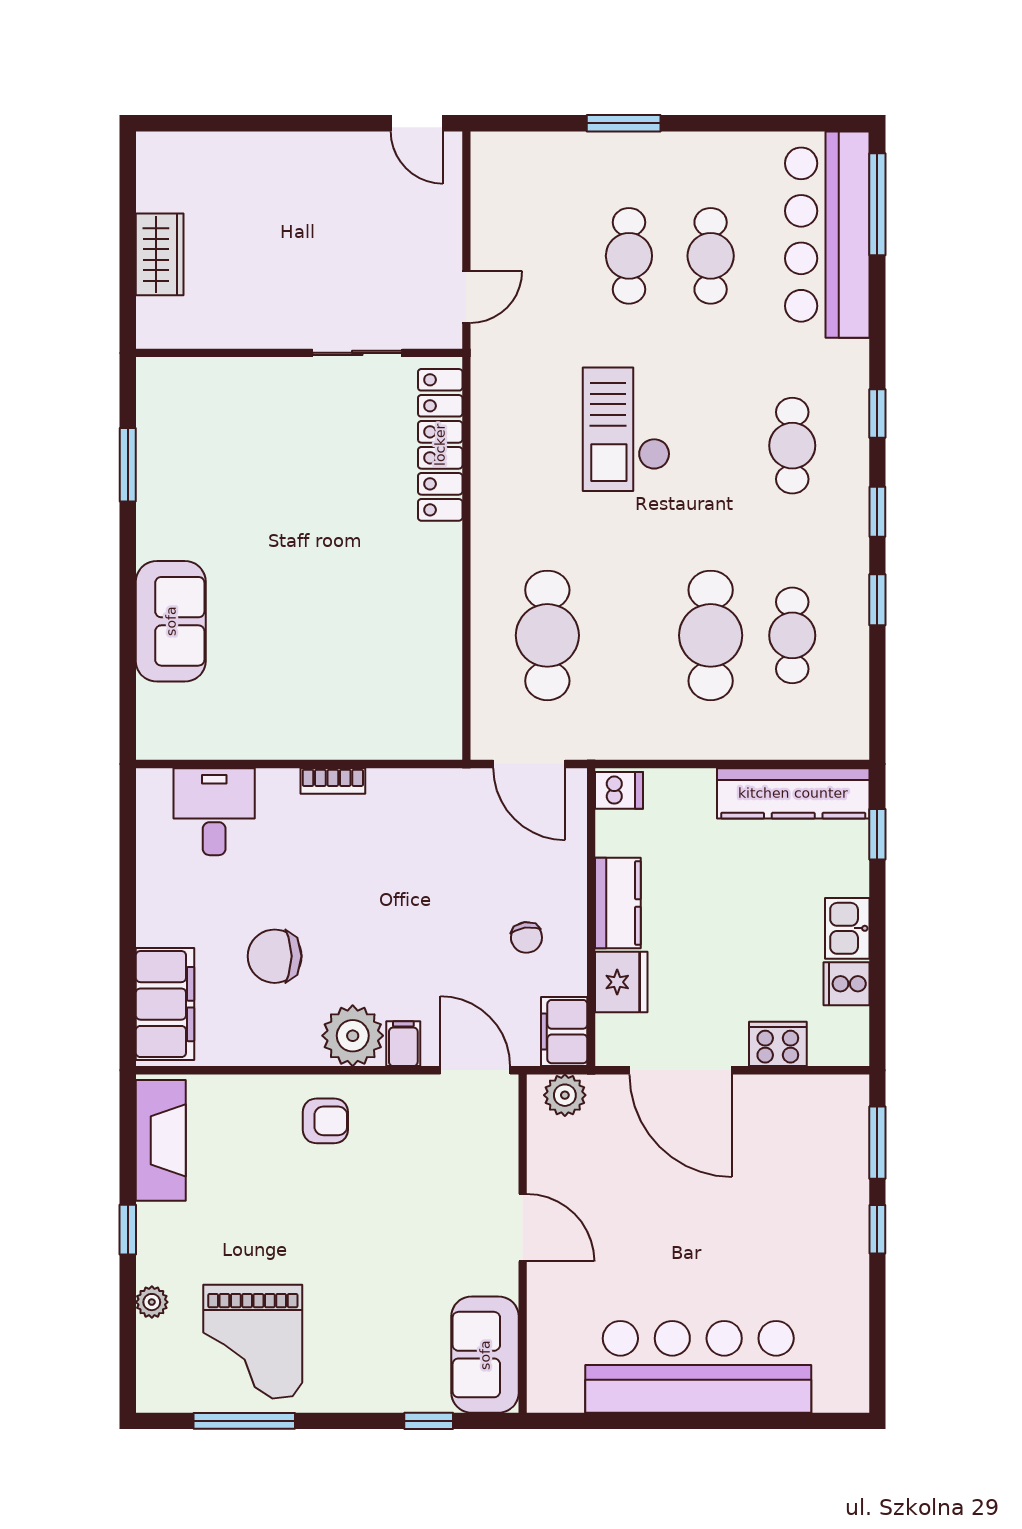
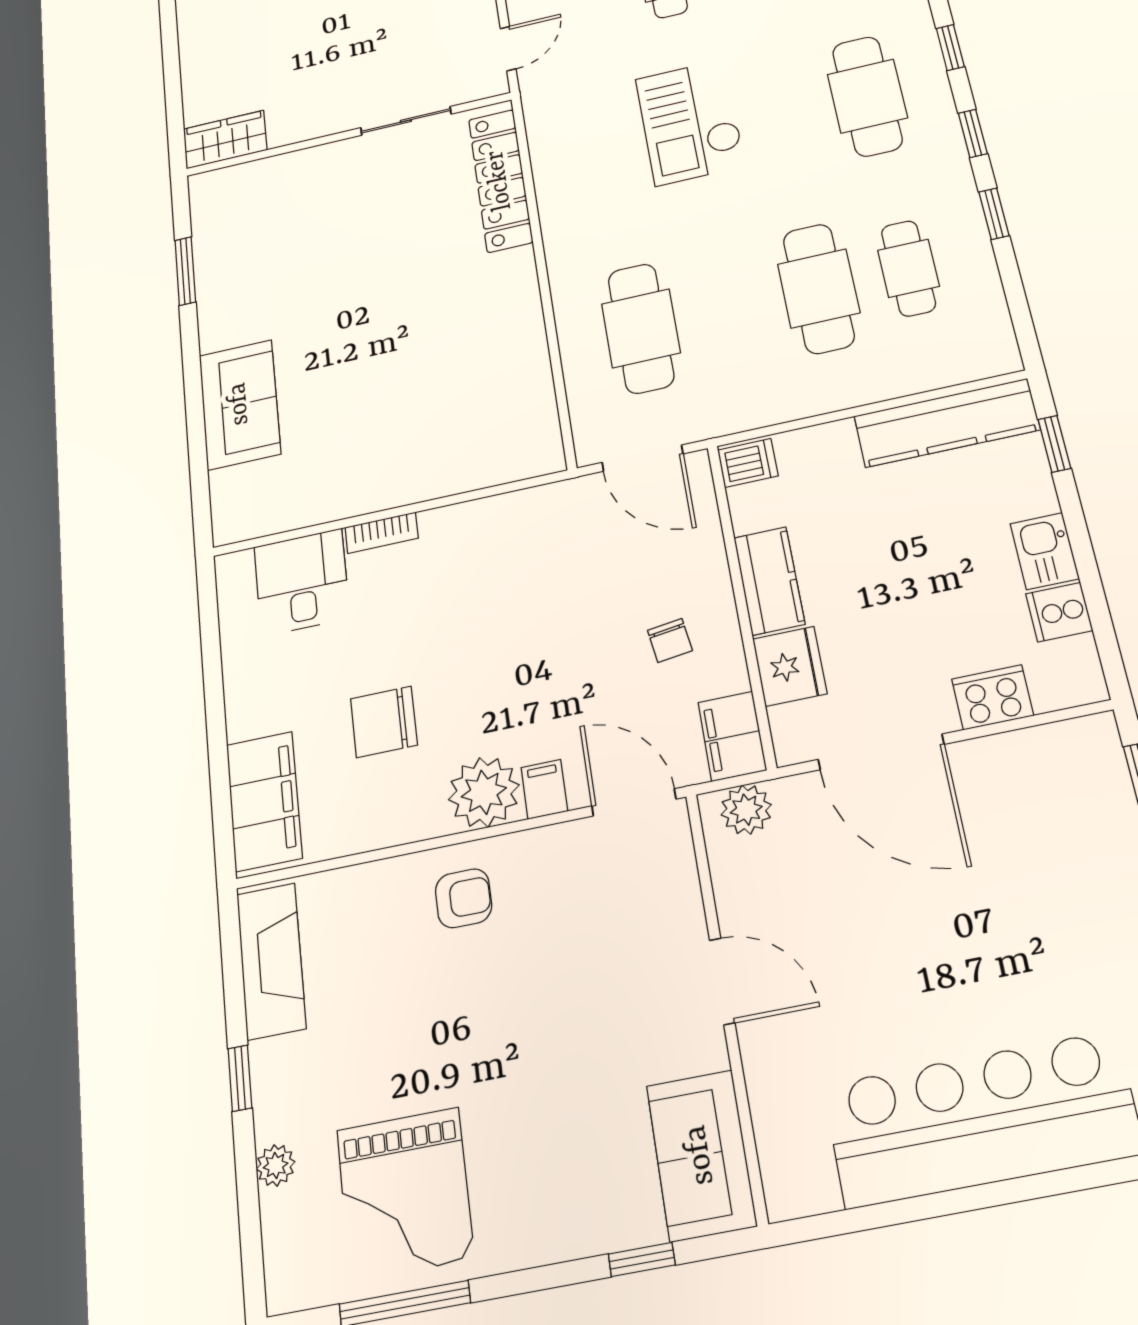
wardrobe: (160, 254) -> (225, 140), moved, turned -90
cafe table: (792, 446) -> (867, 96), width x1.37, depth x1.35
bookcase: (333, 781) -> (382, 533), moved

